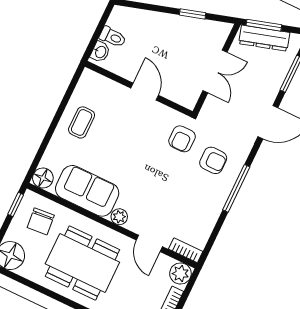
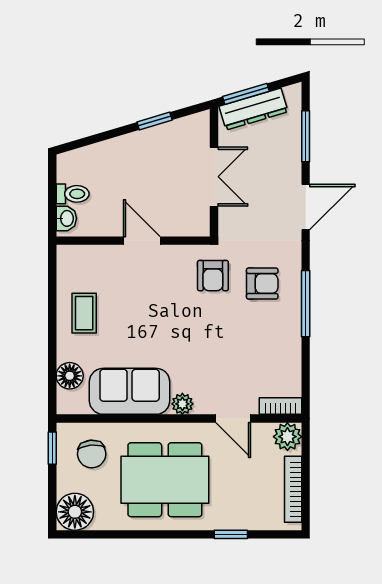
floor lamp: (43, 178) -> (70, 376), moved

